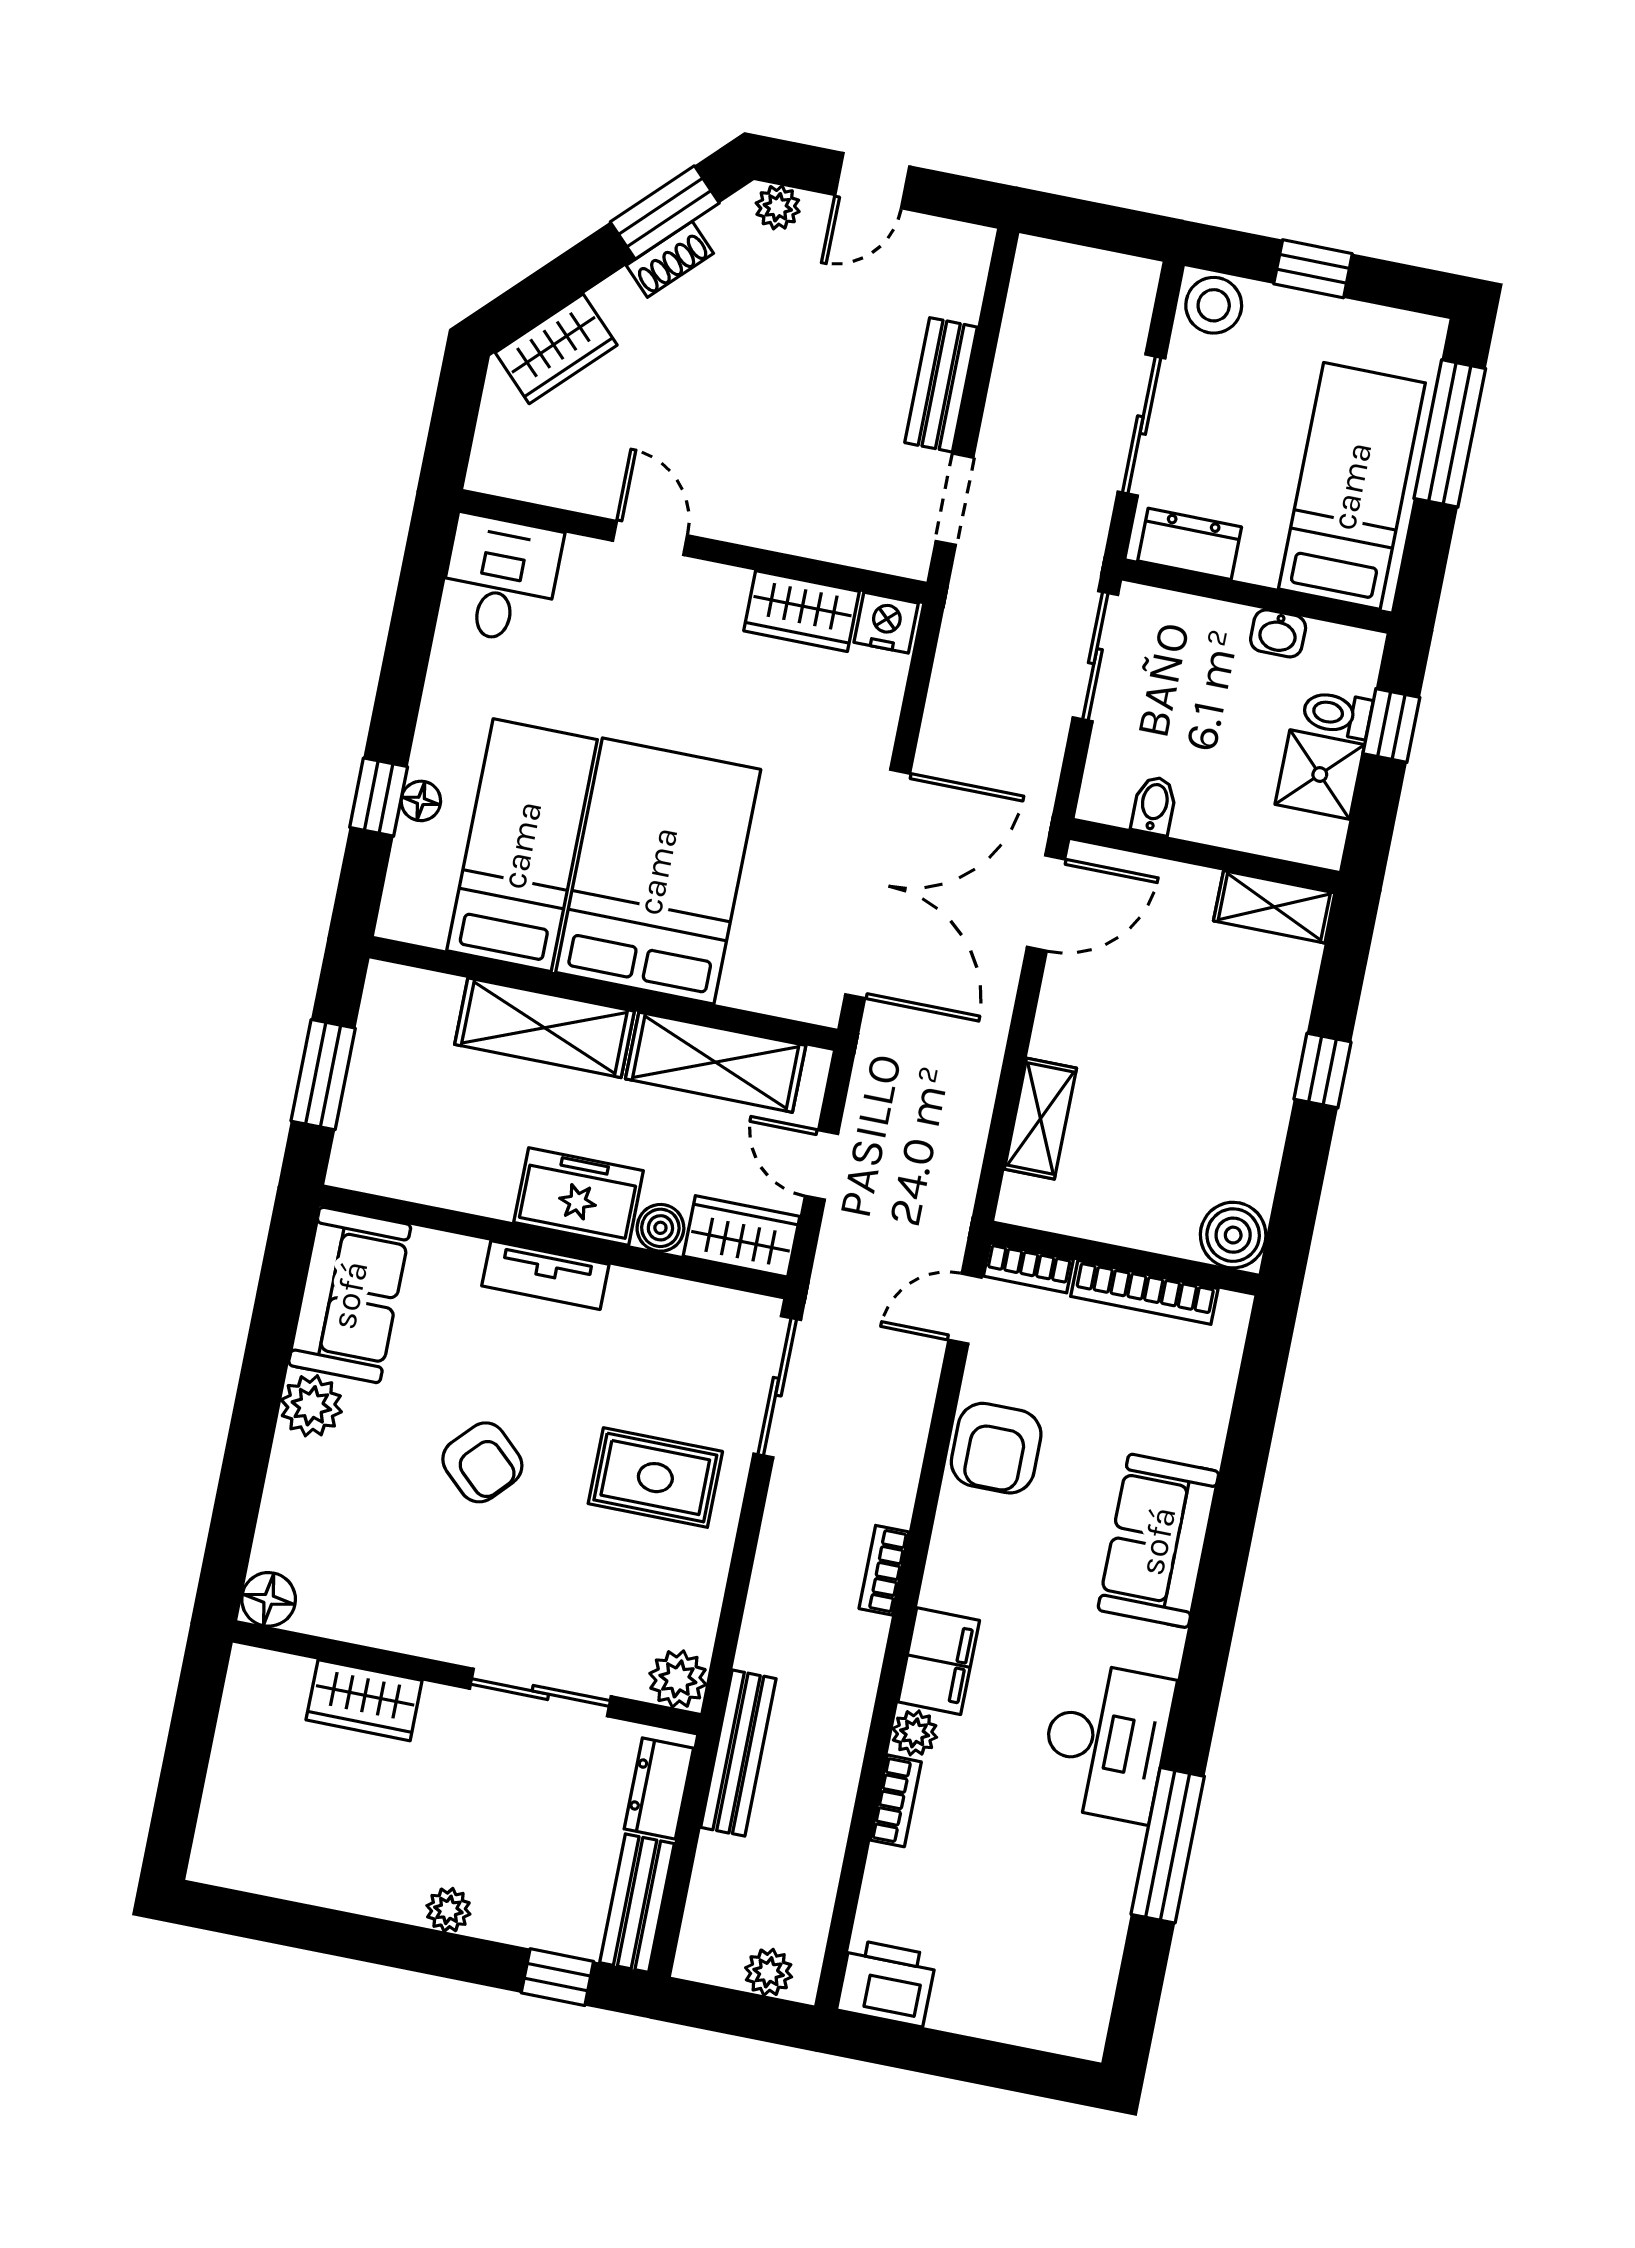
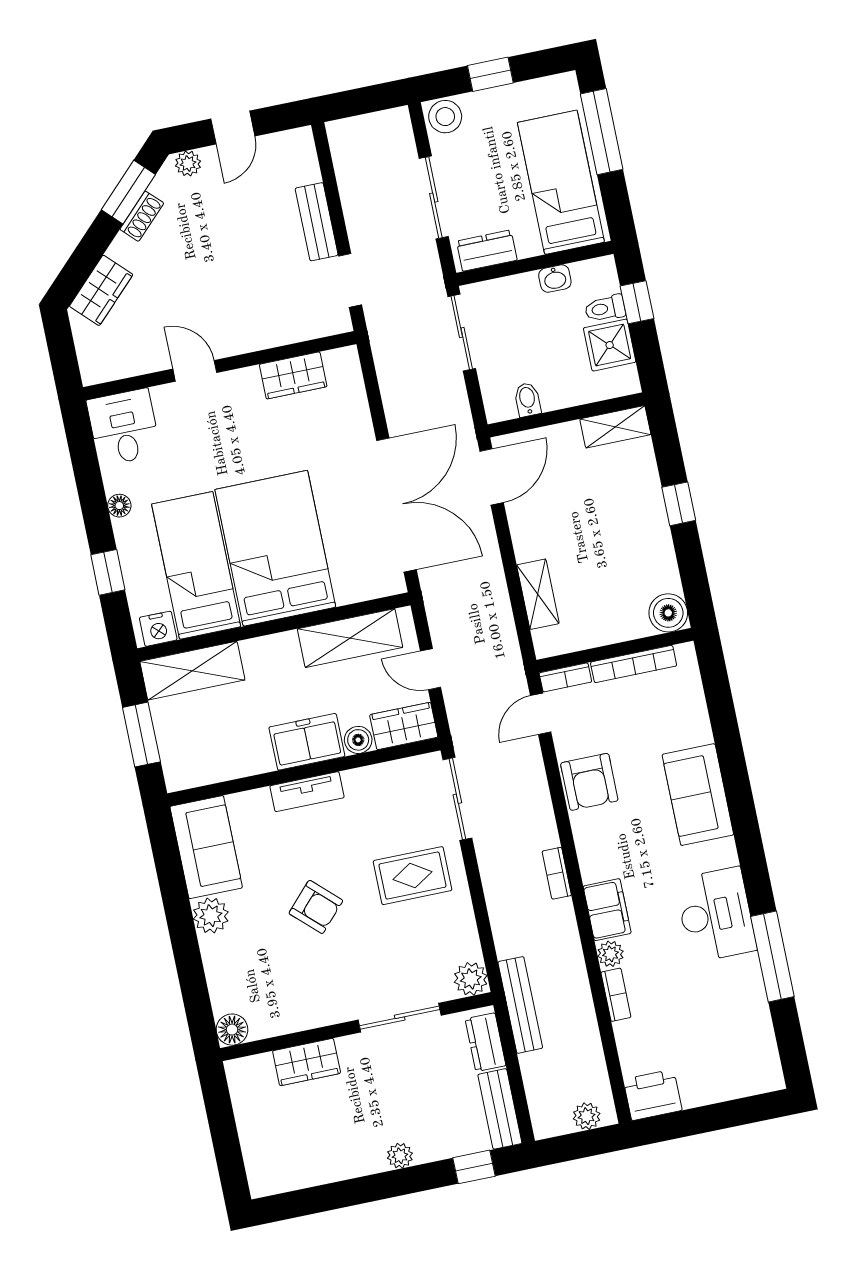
nightstand: (886, 623) -> (158, 629), moved, turned 180
floor lamp: (421, 801) -> (119, 506), moved
shelving: (544, 1028) -> (192, 671), moved

